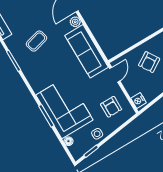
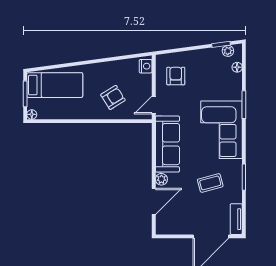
corner sofa: (64, 107) -> (222, 130), moved
side table: (97, 134) -> (205, 58), removed
plant: (83, 149) -> (228, 51), added

